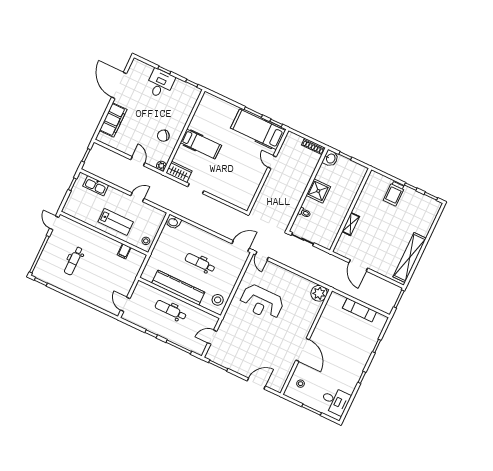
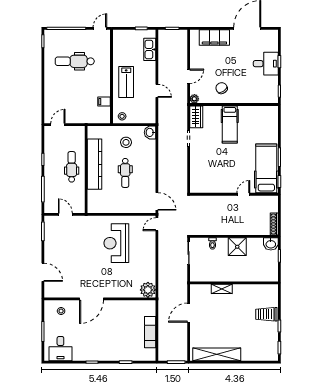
dental chair: (74, 261) -> (75, 61), width x1.36, depth x1.38
dental chair: (200, 263) -> (125, 173), turned 180
stool: (218, 300) -> (126, 142), moved

